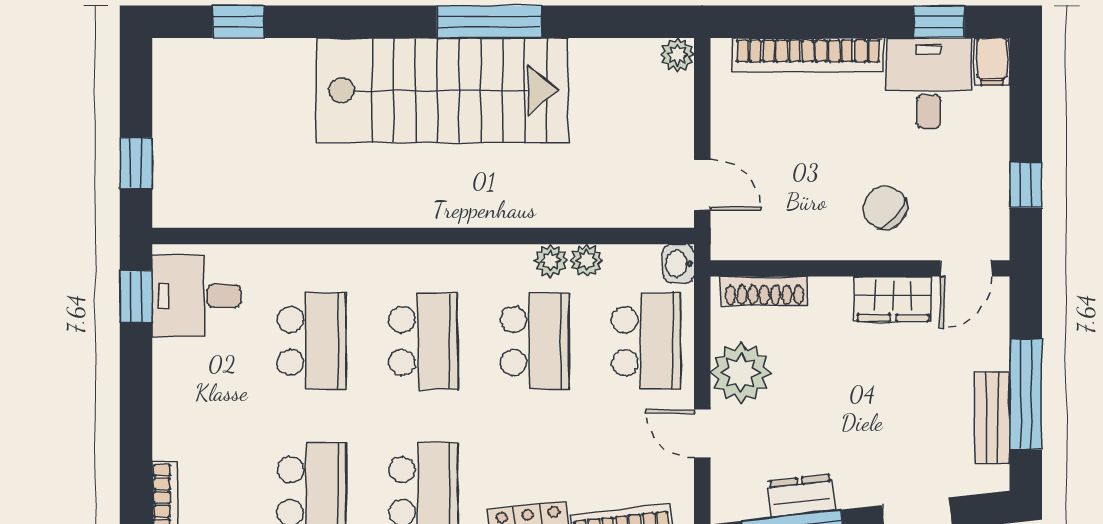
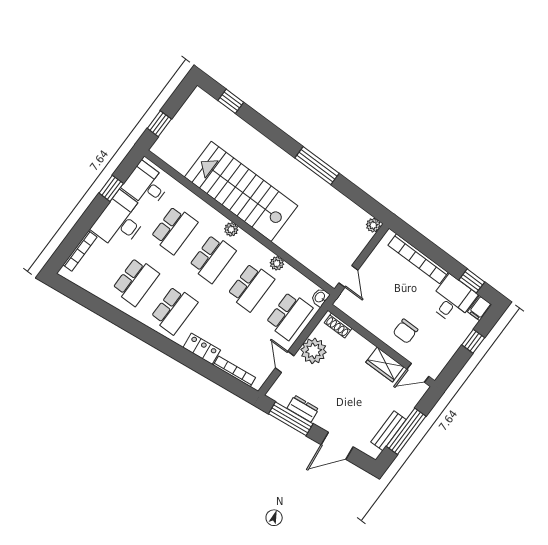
stairs: (442, 90) -> (241, 191), moved, turned 180
window: (1026, 185) -> (473, 341), moved
chair: (885, 208) -> (405, 331), turned -132
plant: (586, 260) -> (231, 229), moved
shoe rack: (764, 291) -> (338, 326), width x0.70
window: (136, 296) -> (111, 188), moved
desk: (198, 399) -> (120, 221), added

